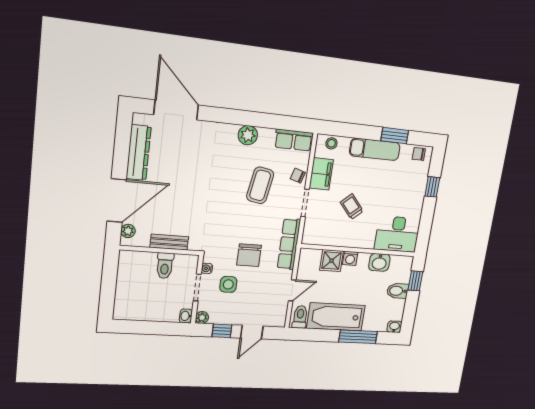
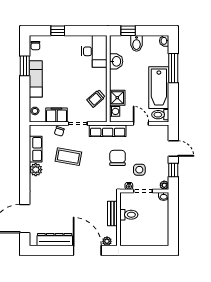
row of seats: (294, 140) -> (36, 149), moved
trolley: (352, 207) -> (96, 98), moved
chair: (249, 255) -> (118, 158), turned -90
washing machine: (350, 258) -> (115, 111), moved

